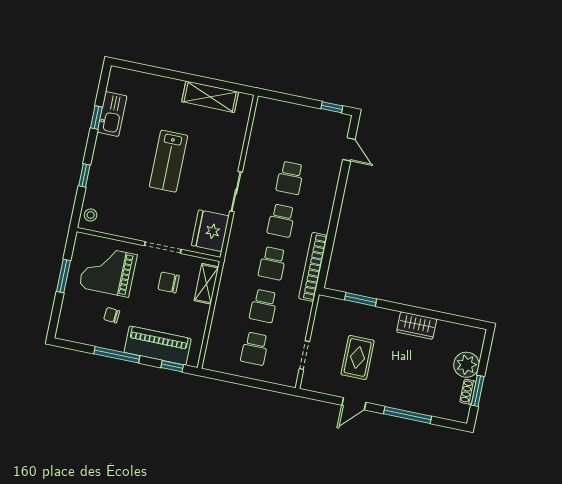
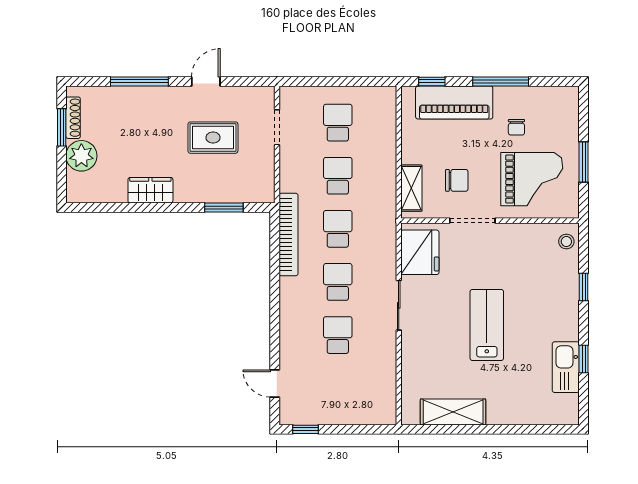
chair: (112, 315) -> (516, 127), turned 85
rug: (358, 358) -> (213, 138), turned 90
shoe rack: (468, 392) -> (73, 118), width x1.43

